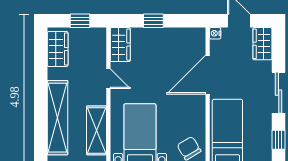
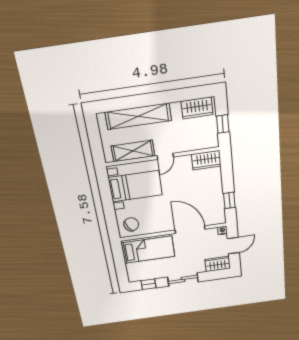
window: (153, 21) -> (229, 200), moved
door: (108, 79) -> (165, 156), moved

